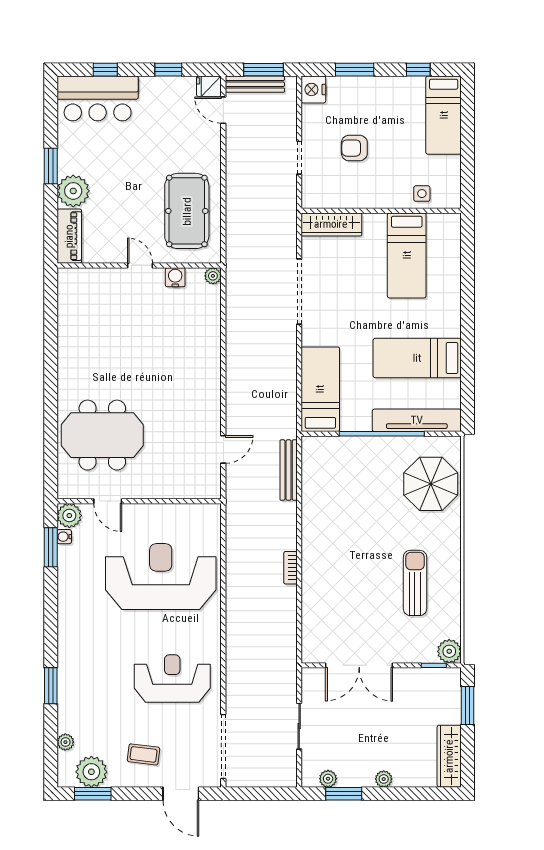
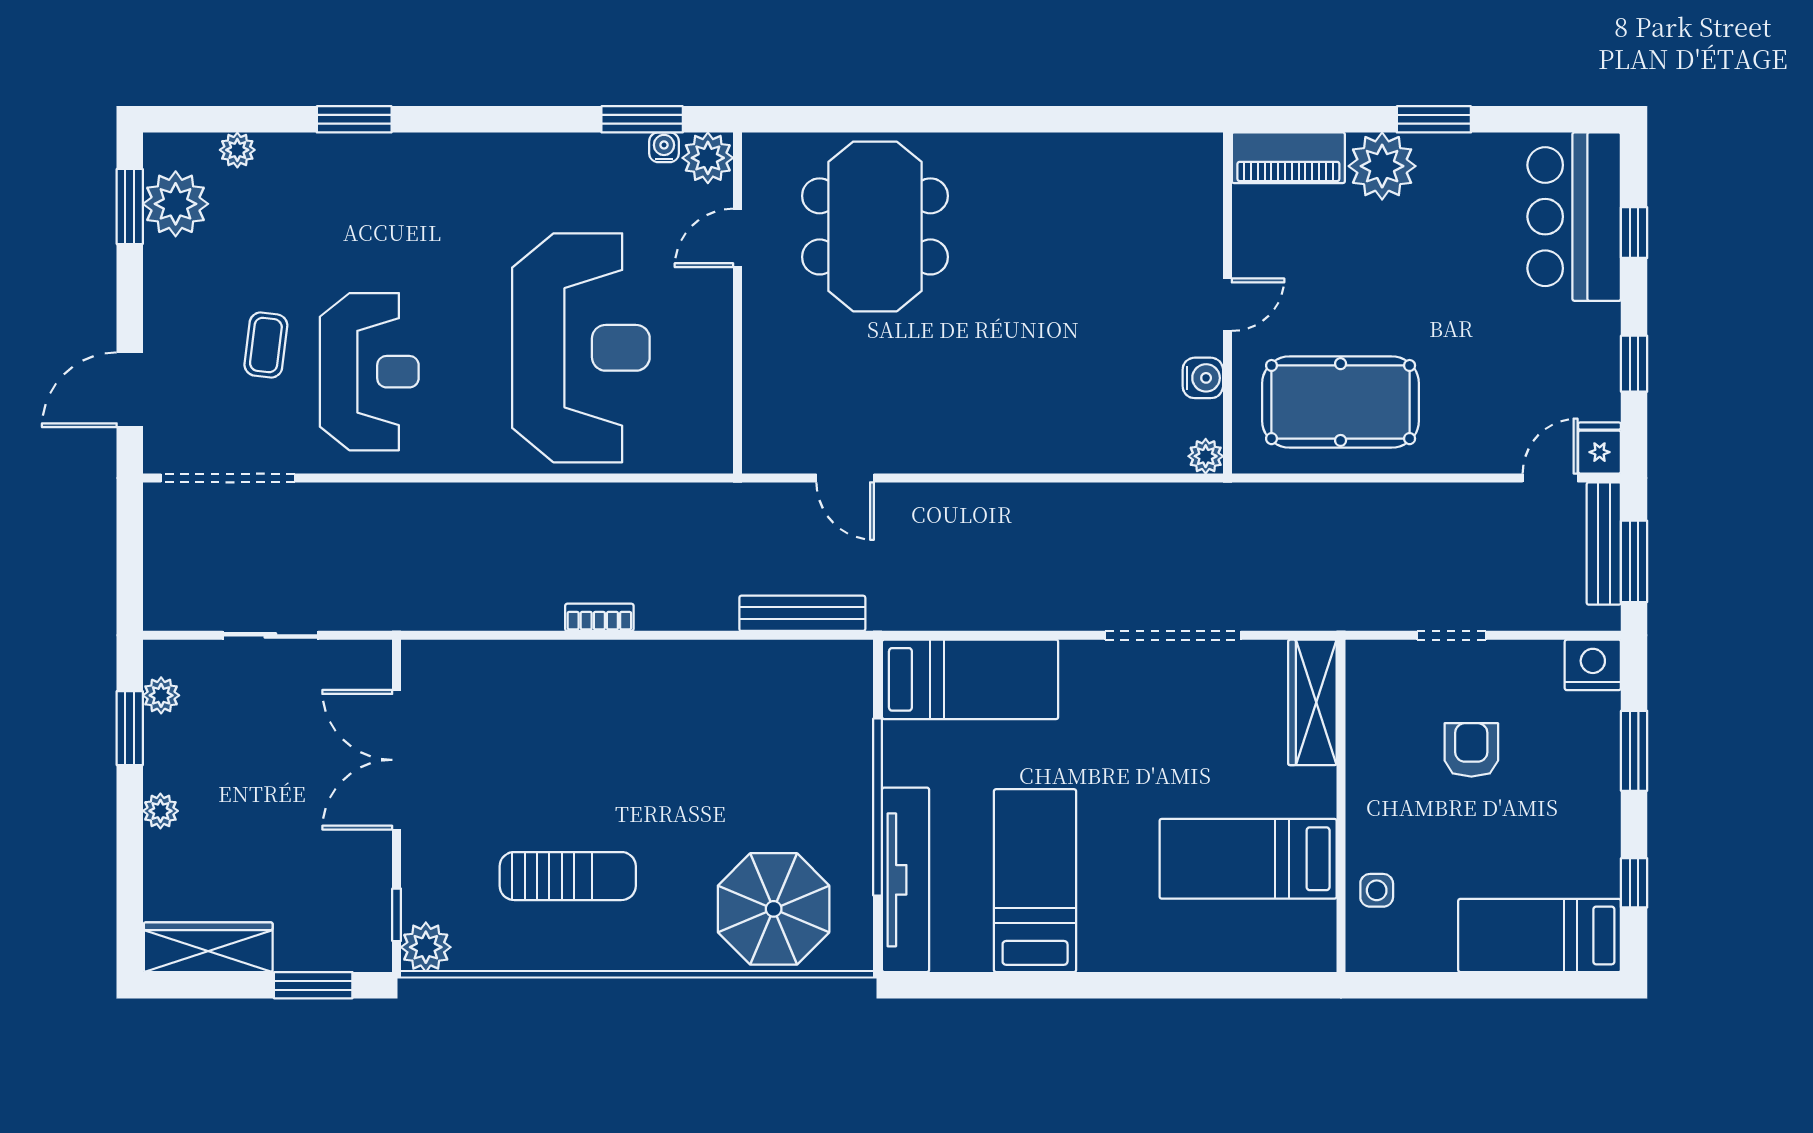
coffee table: (144, 754) -> (266, 345), moved

